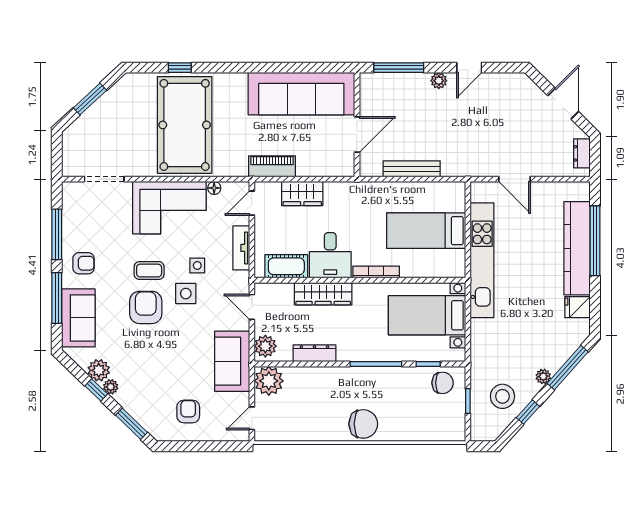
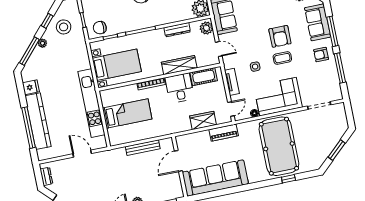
side table: (186, 294) -> (258, 49), removed

